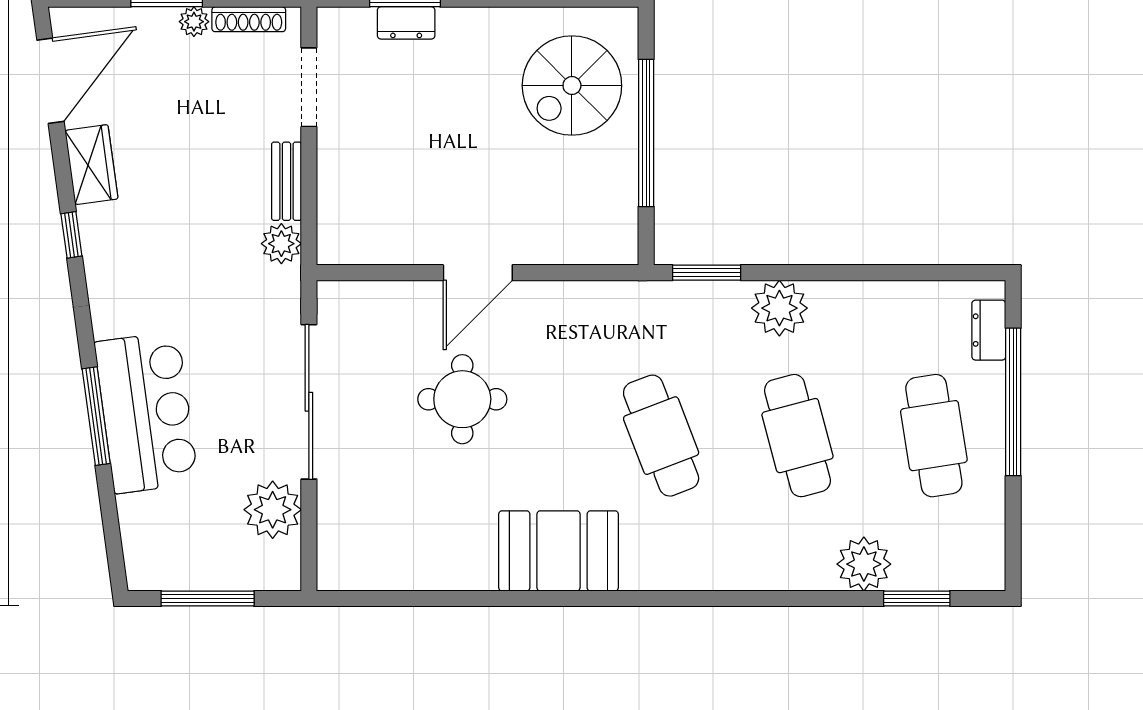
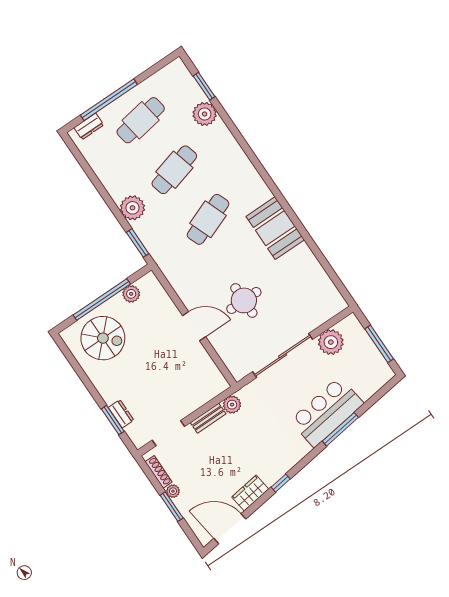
plant: (619, 195) -> (131, 294), added

